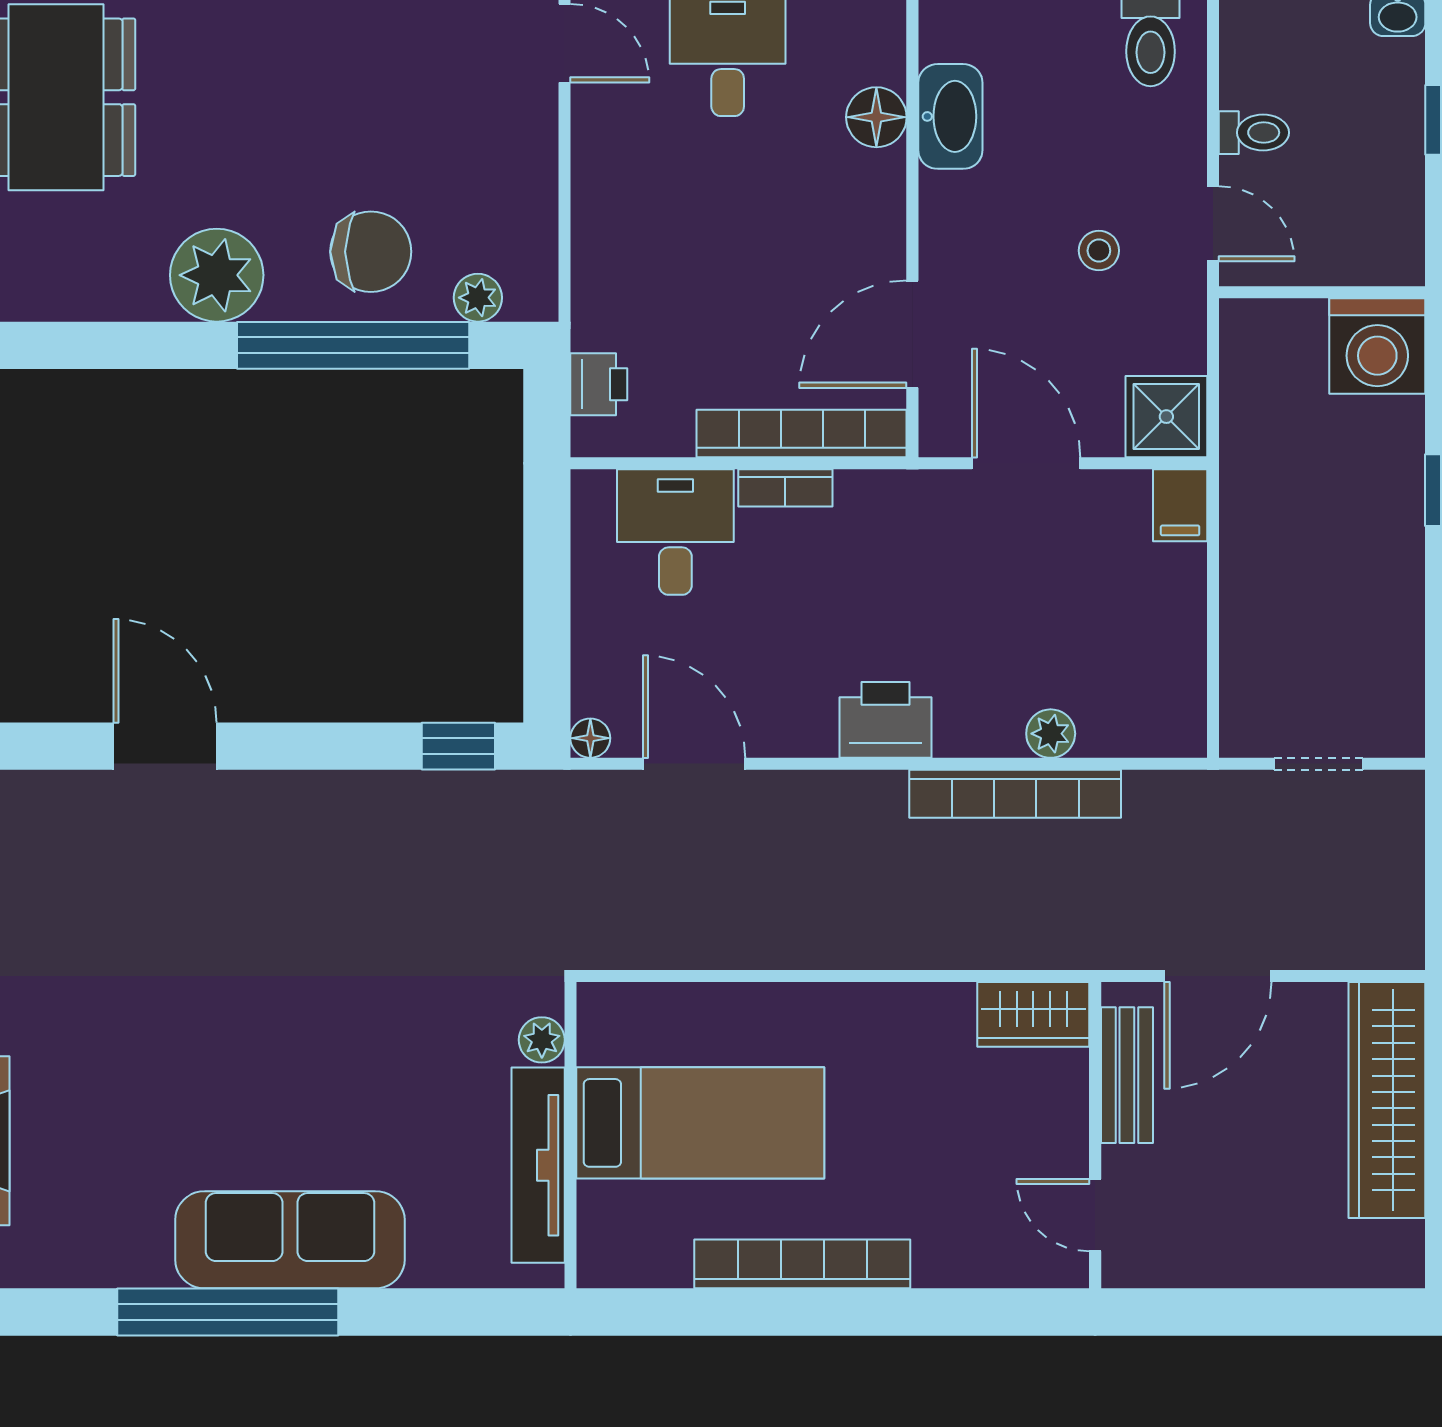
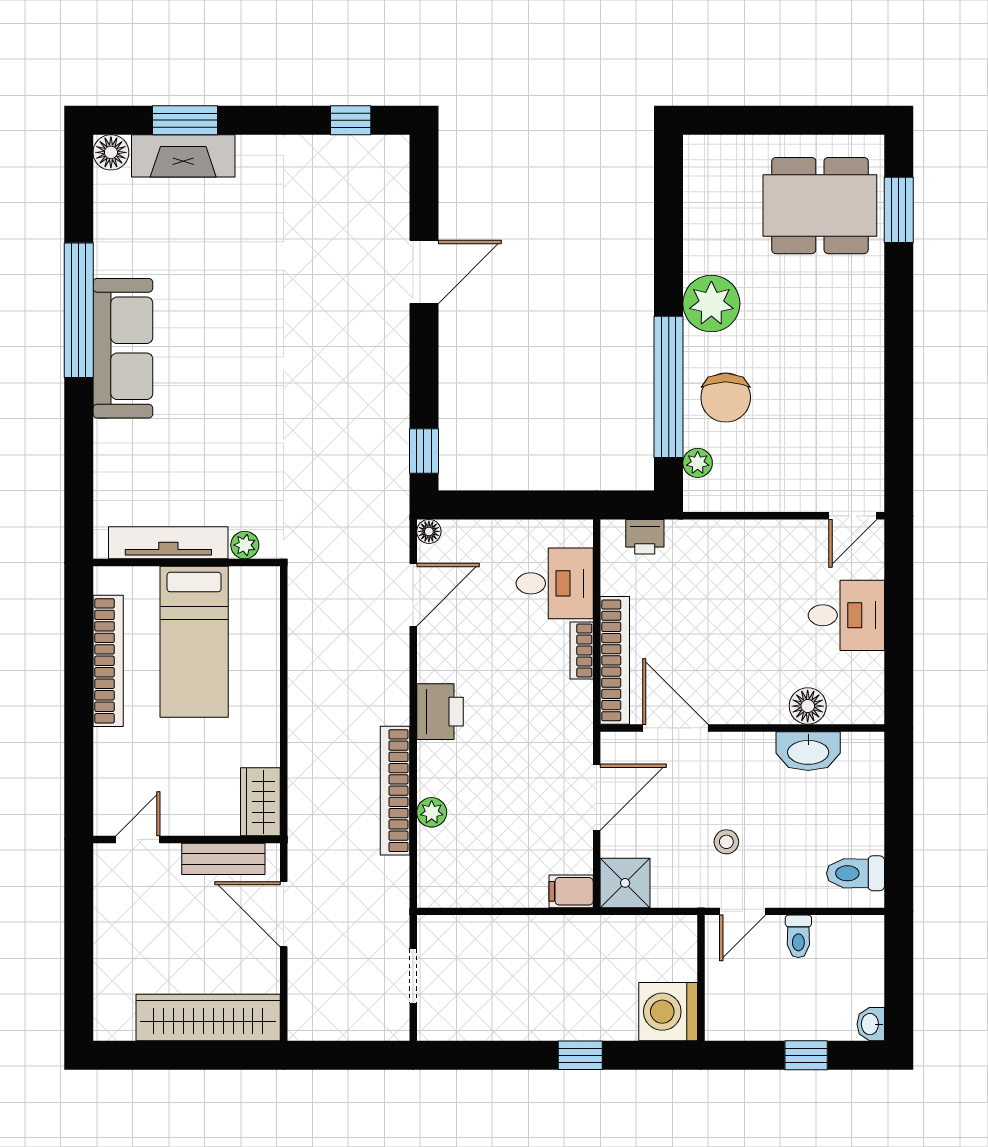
plant: (542, 1040) -> (245, 545), moved
bed: (700, 1123) -> (194, 642), moved
wall: (570, 1135) -> (187, 563), moved
tv unit: (538, 1165) -> (168, 543), moved

